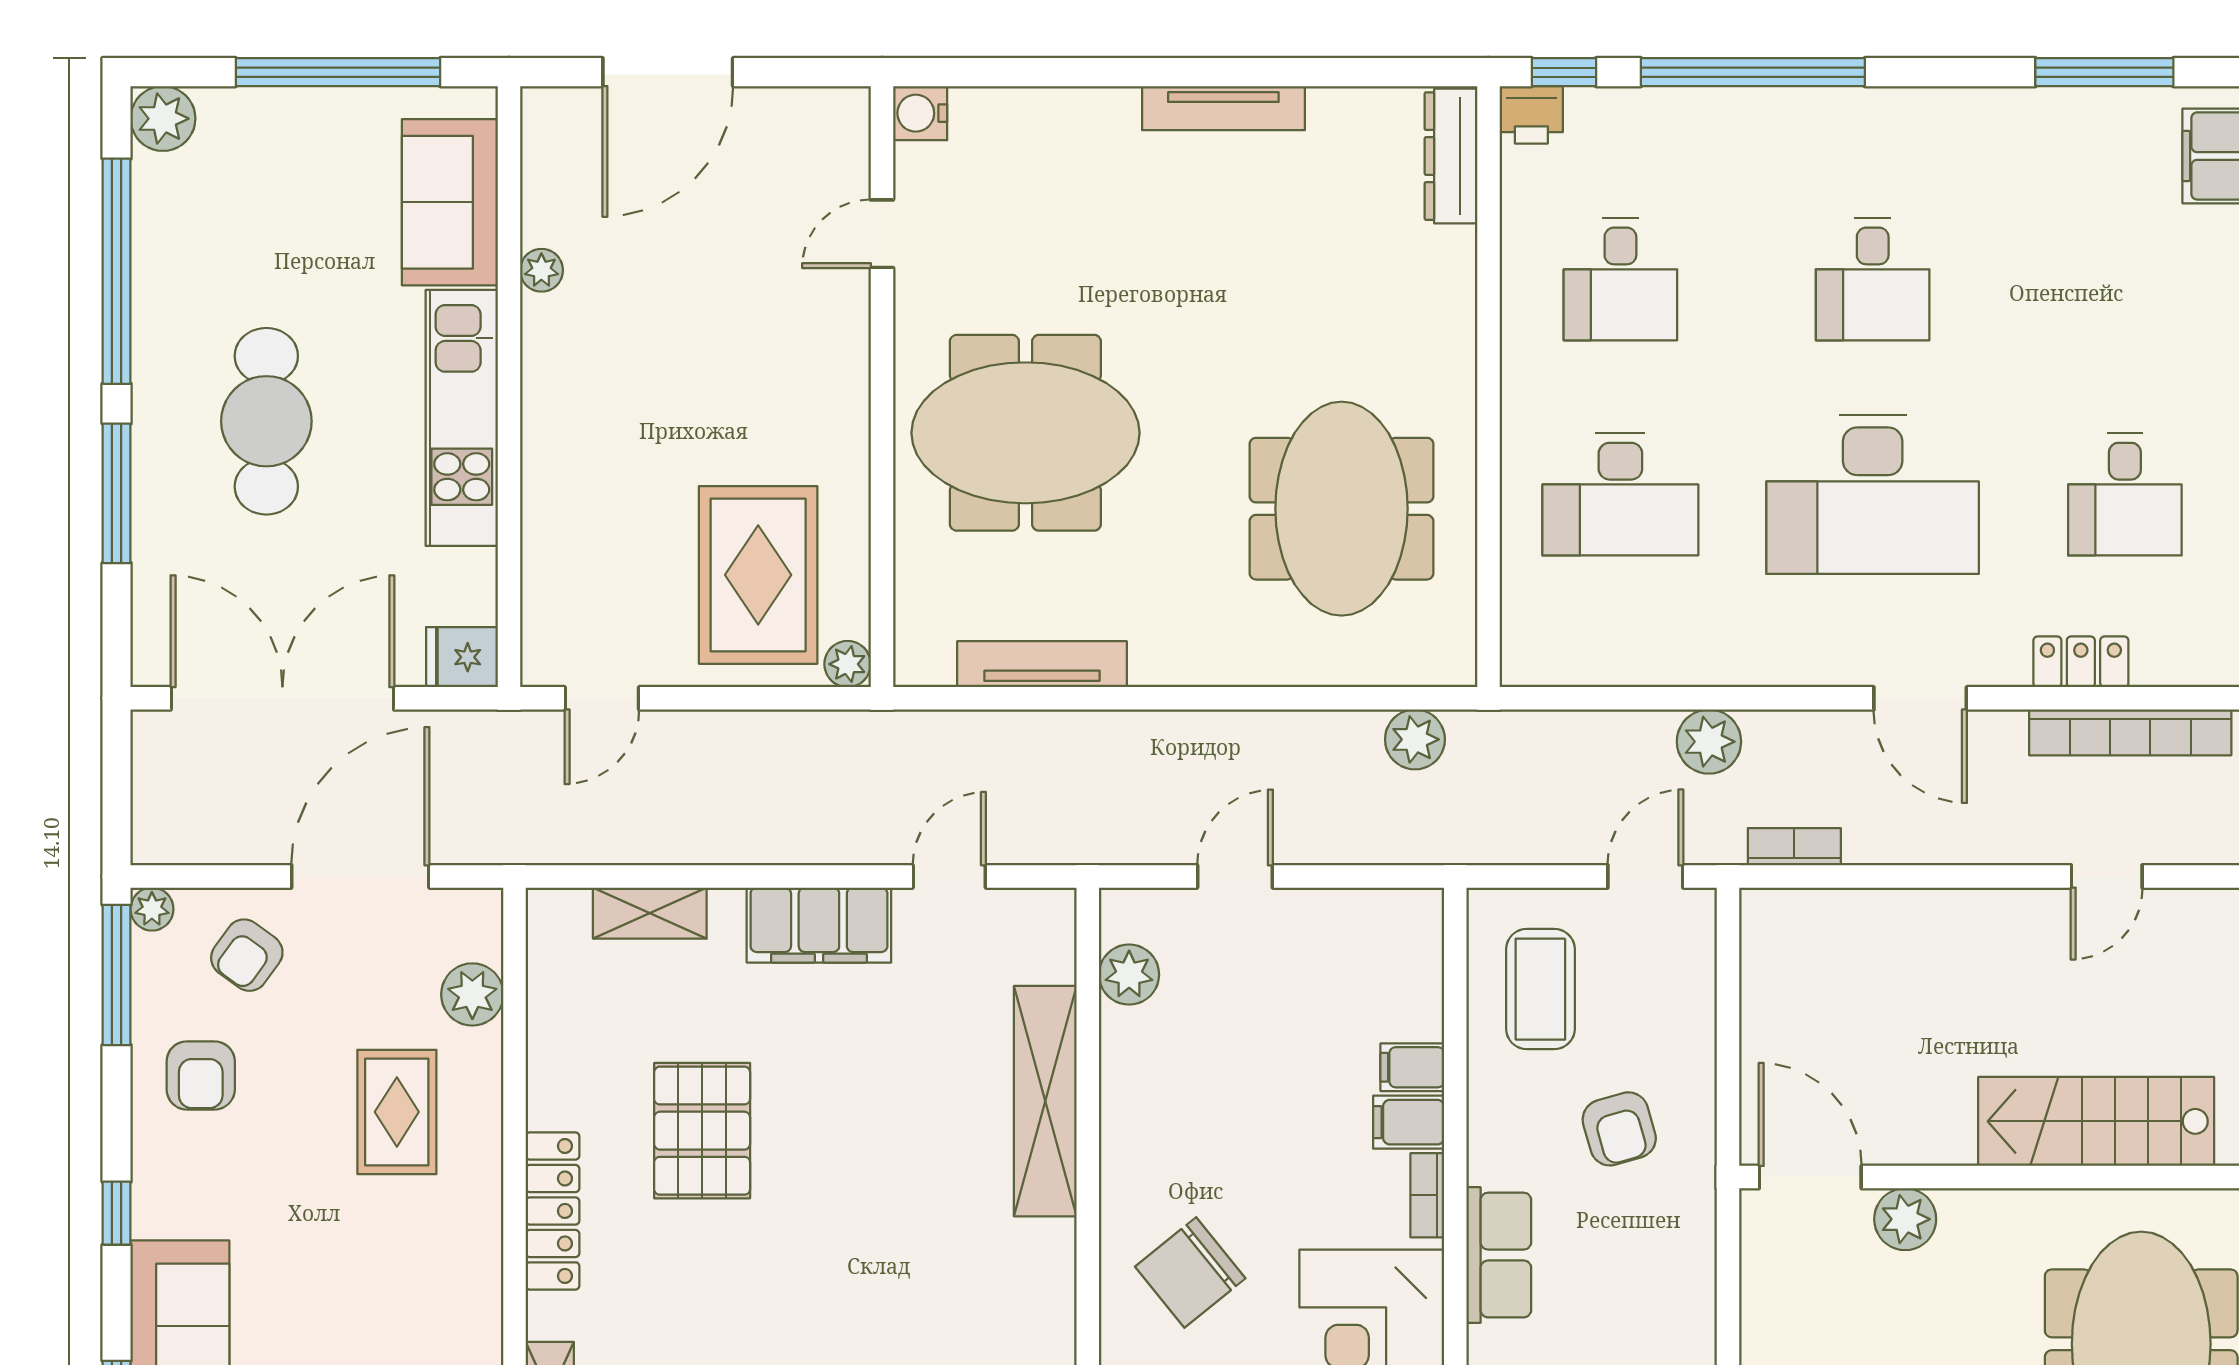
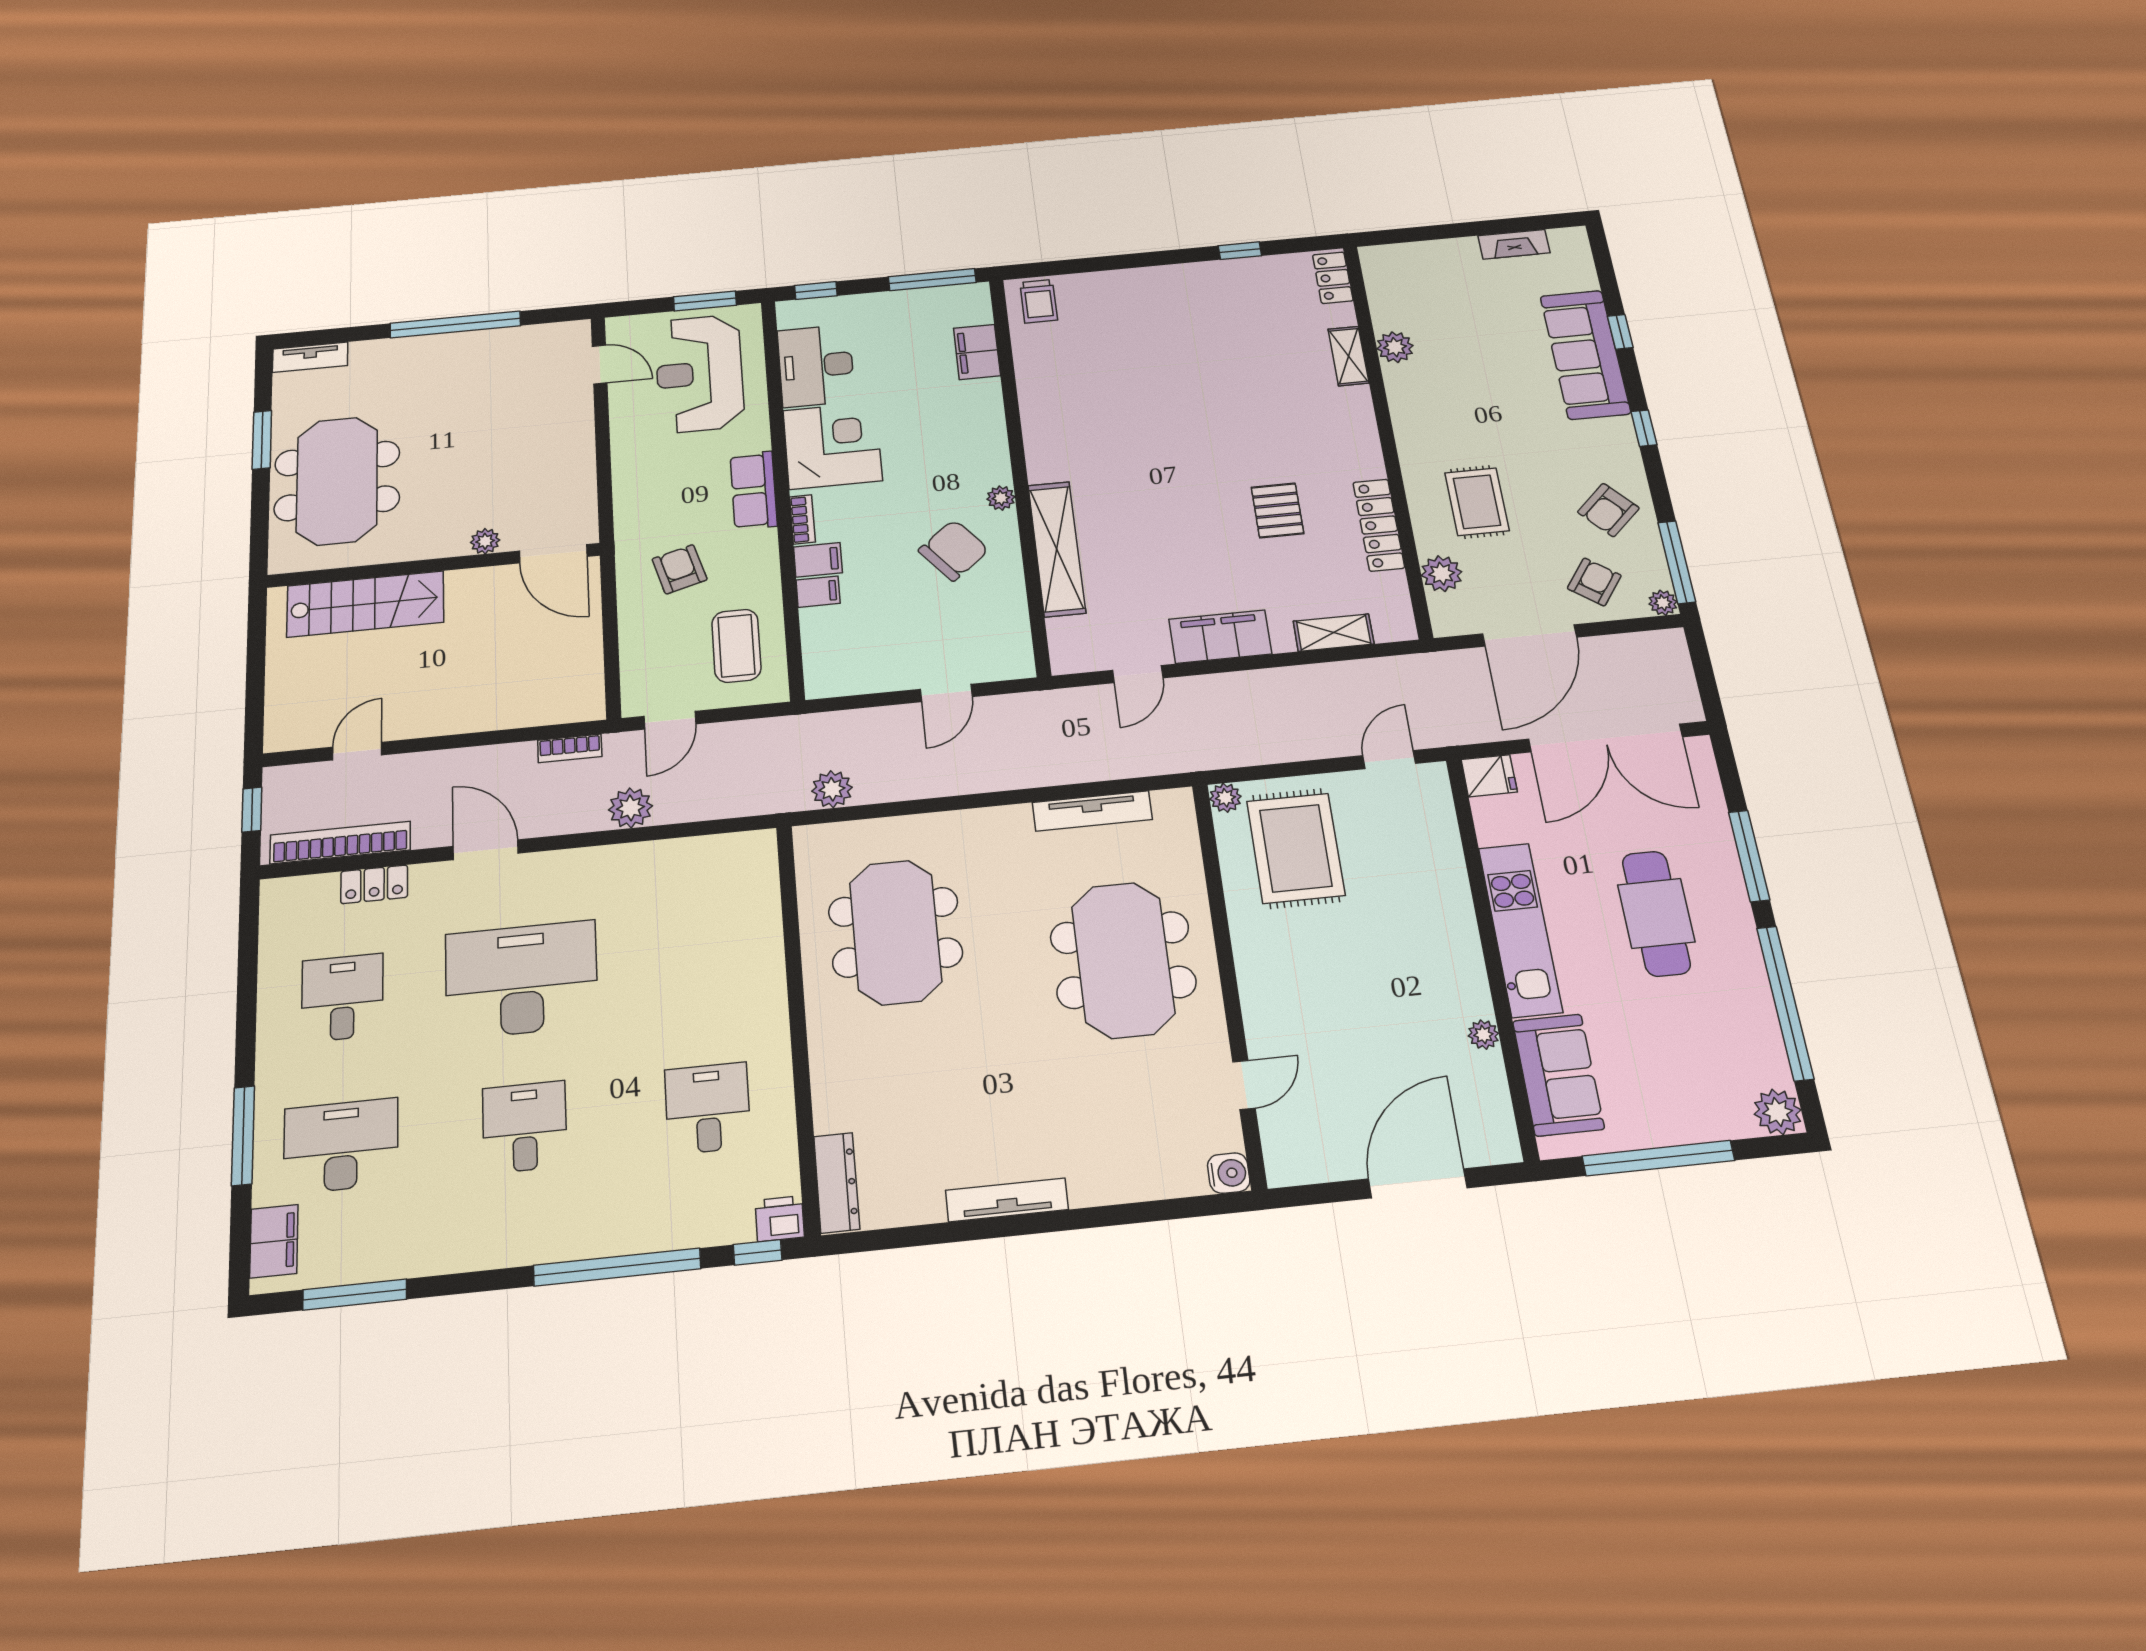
meeting table: (1025, 433) -> (1123, 960), turned 90
desk: (1620, 494) -> (341, 1146), moved
plant: (1129, 975) -> (1001, 498), moved, width x0.73, depth x0.73
armchair: (201, 1075) -> (1608, 510), turned -133
pallet: (702, 1131) -> (1277, 510), width x0.67, depth x0.71
locker: (553, 1211) -> (1379, 525), moved
plant: (1905, 1219) -> (485, 541), width x0.73, depth x0.73
chair: (1190, 1272) -> (954, 550), moved

